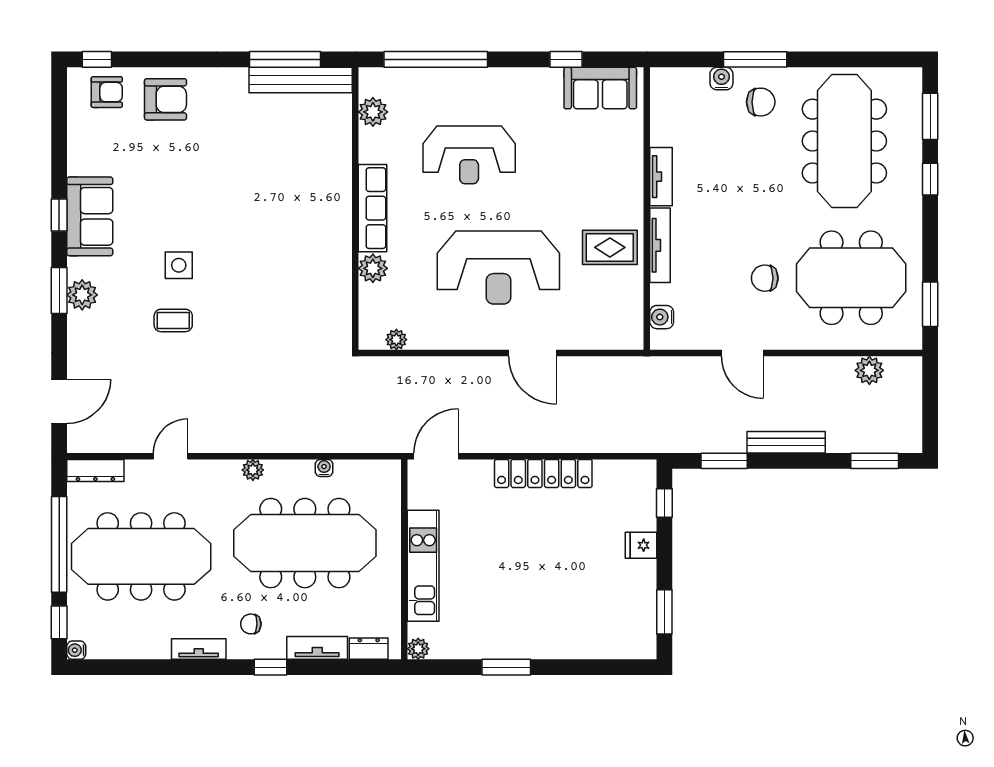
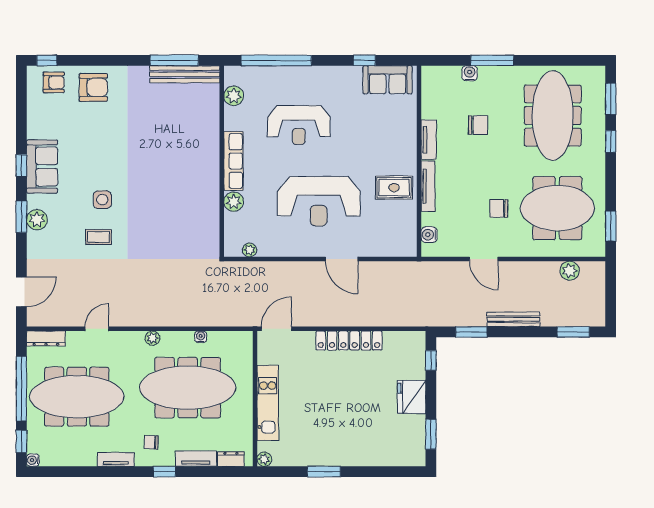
chair: (761, 102) -> (478, 125), moved
fridge: (641, 545) -> (412, 397), width x1.88, depth x1.34

